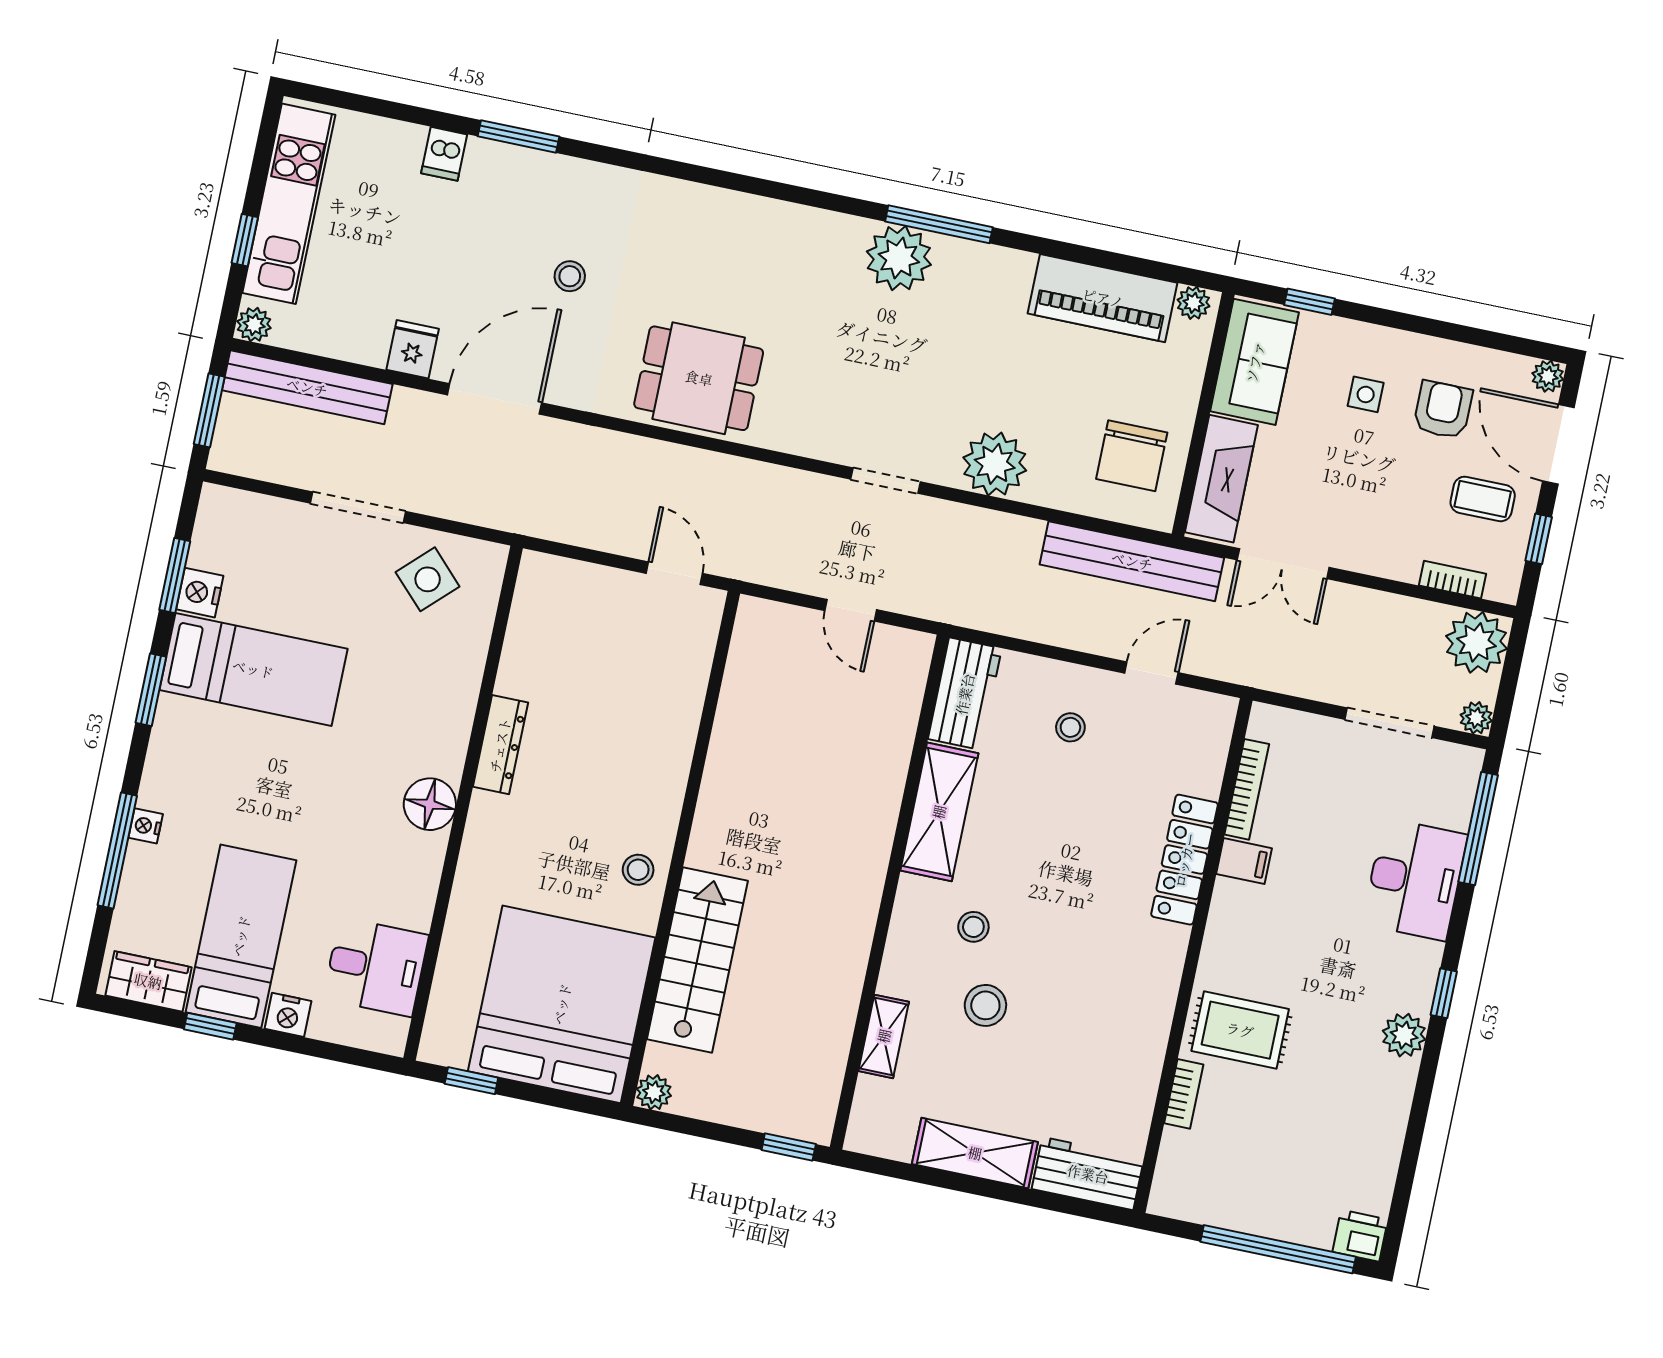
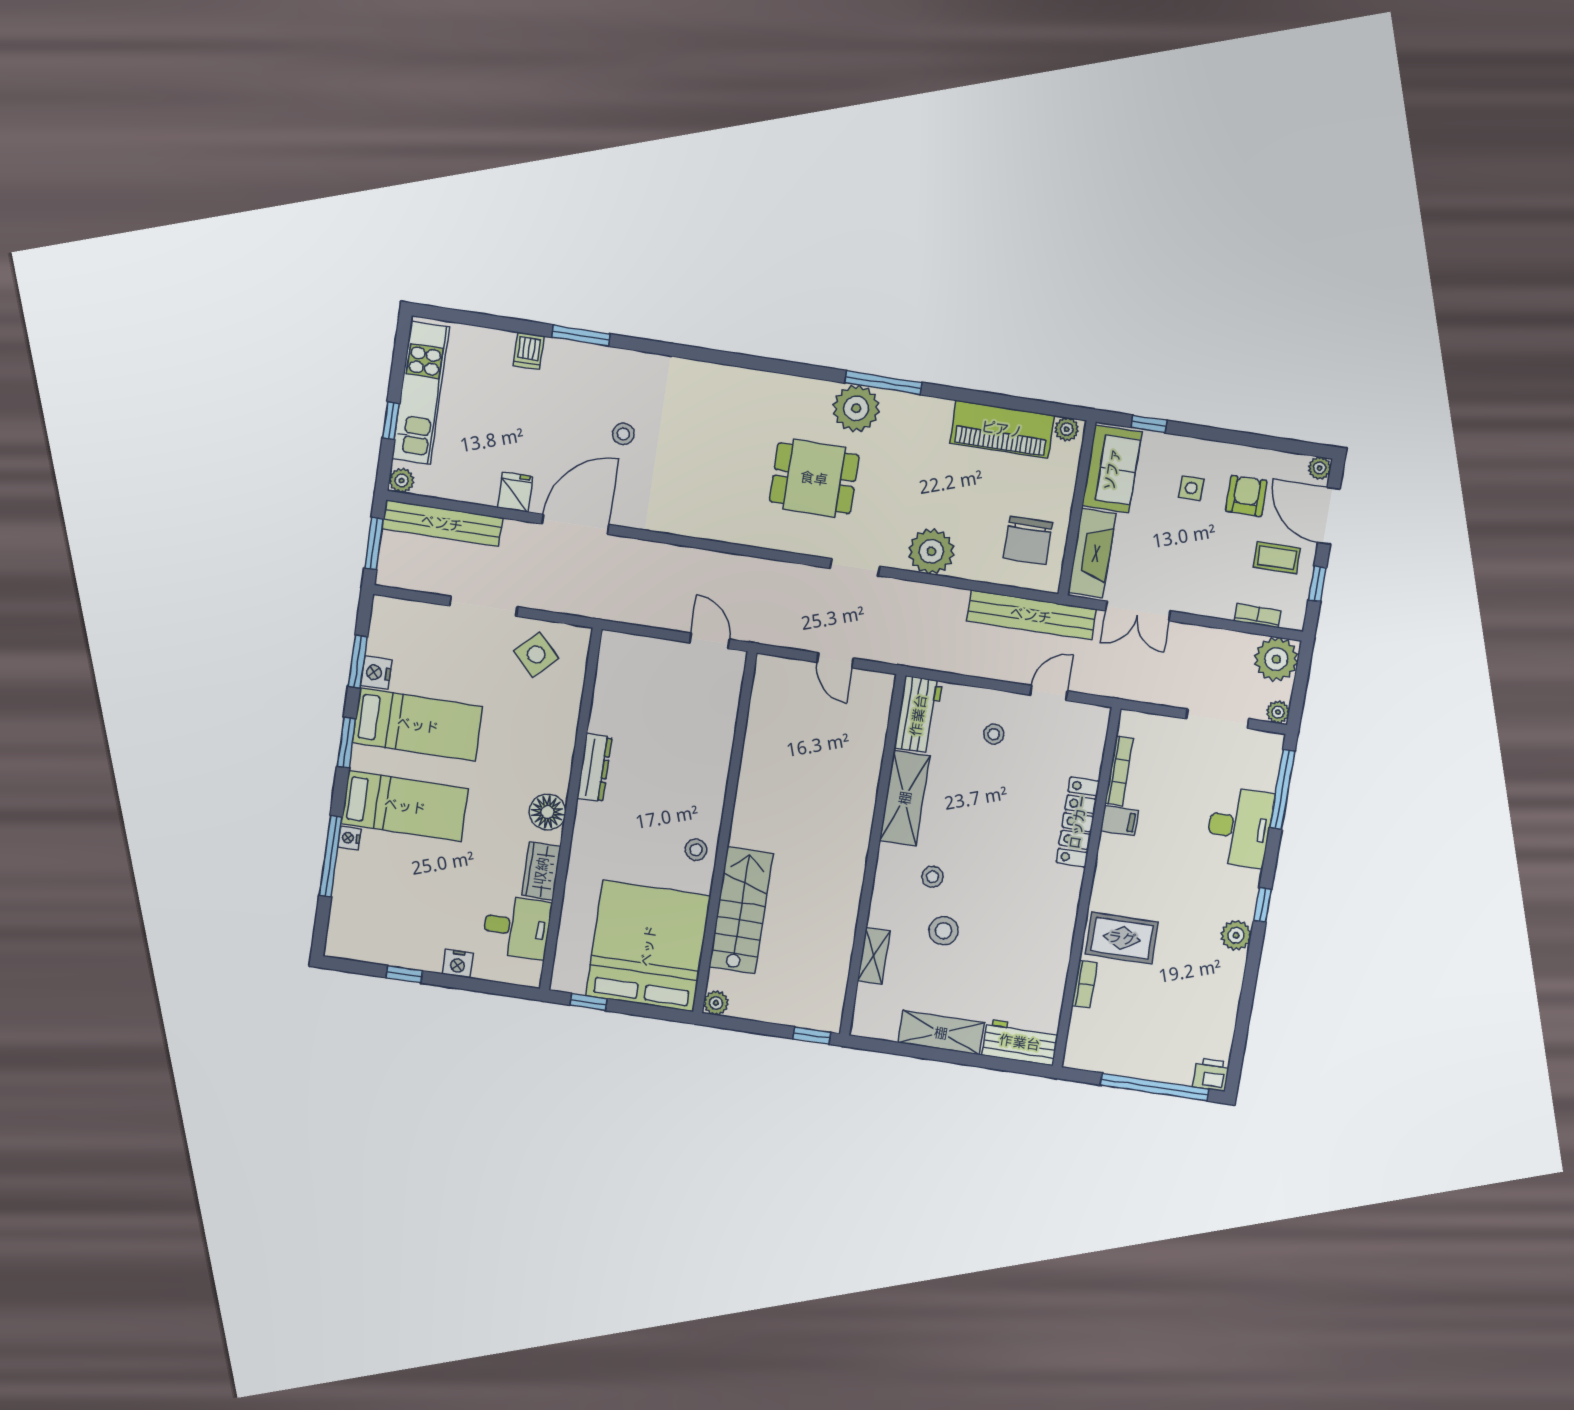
dining table: (699, 378) -> (814, 478), moved
bed: (241, 936) -> (405, 806), moved, turned 90
wardrobe: (148, 981) -> (541, 871), moved, turned -90

